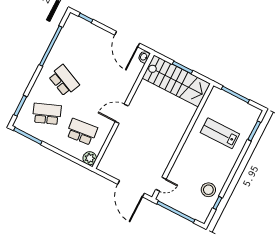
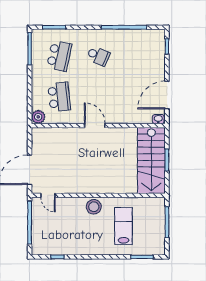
school desk: (64, 81) -> (98, 56), width x0.54
school desk: (47, 114) -> (59, 56), turned 33
stool: (208, 190) -> (94, 207), moved

